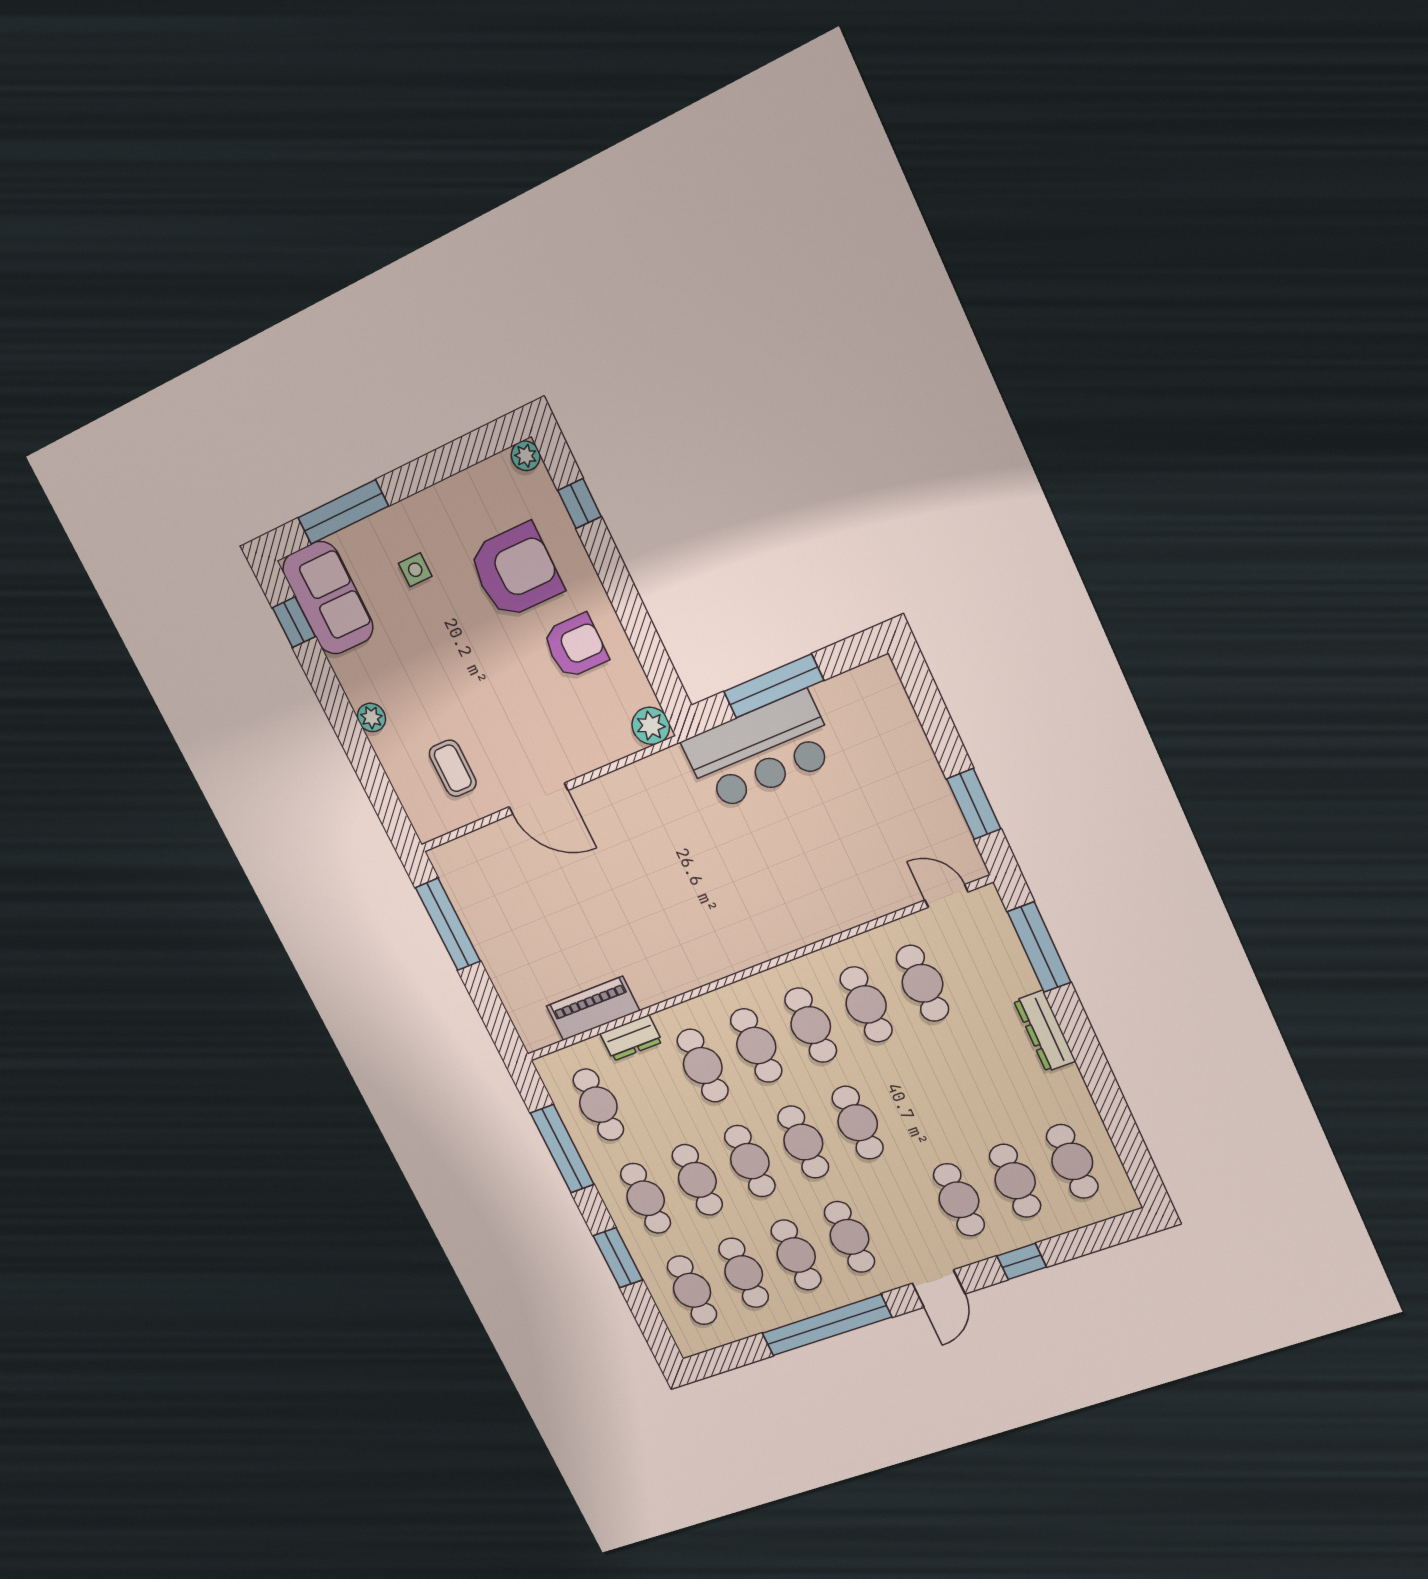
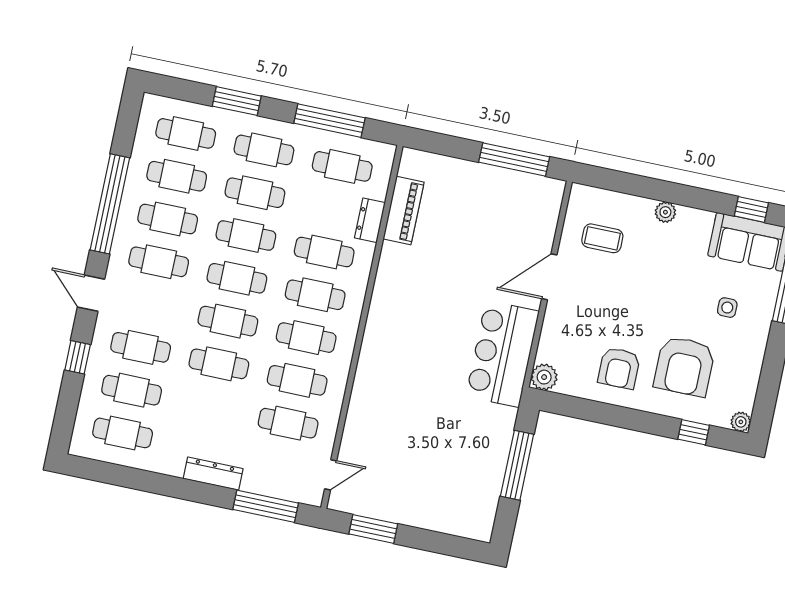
bar counter: (760, 751) -> (502, 354), moved
cafe table: (913, 1103) -> (219, 364), added

